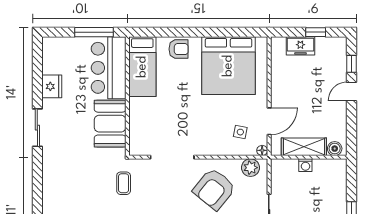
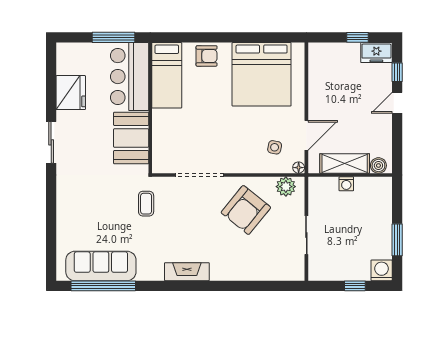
freezer: (300, 46) -> (376, 53), moved
fridge: (52, 86) -> (71, 93), width x1.36, depth x1.34

